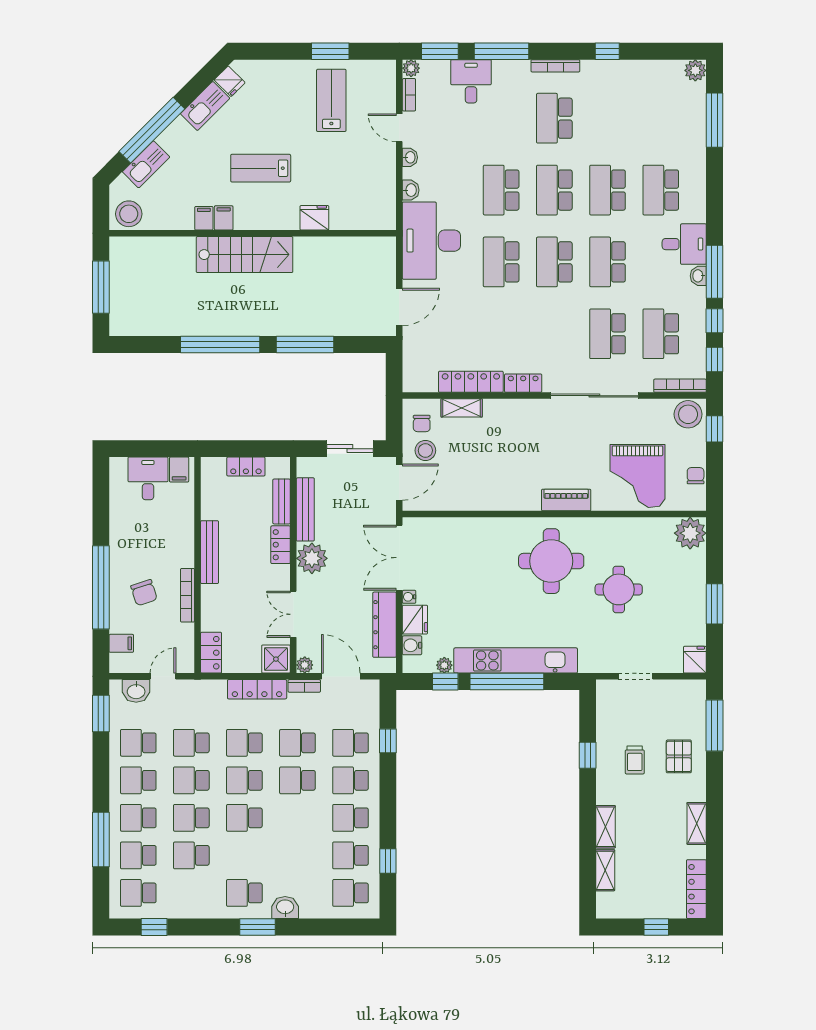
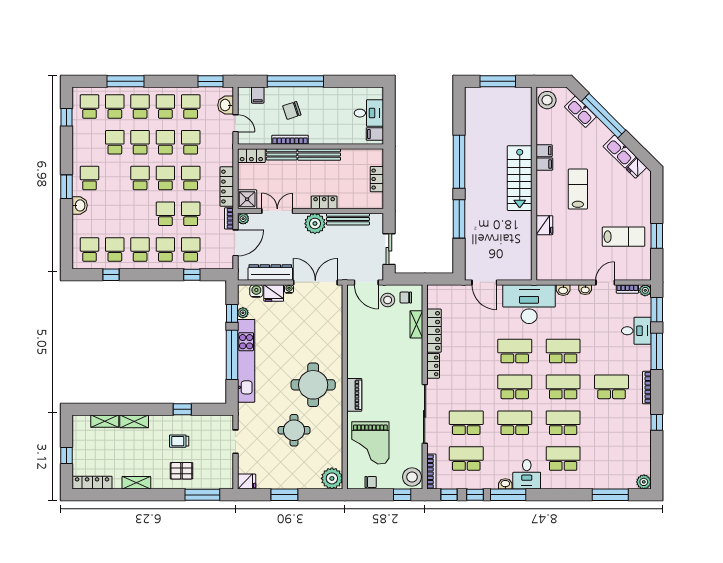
grand piano: (637, 476) -> (370, 443), turned -90
bench: (282, 501) -> (282, 154), moved

